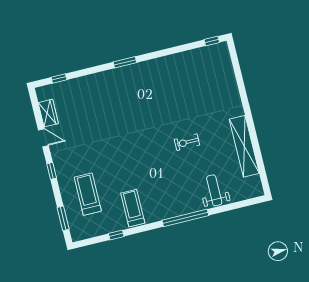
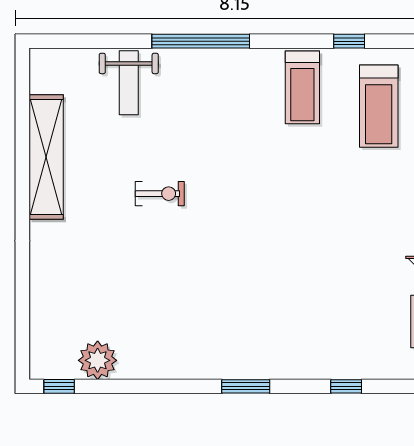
plant: (197, 57) -> (98, 360), added
window: (59, 78) -> (346, 386), moved
treadmill: (88, 194) -> (379, 106), moved

